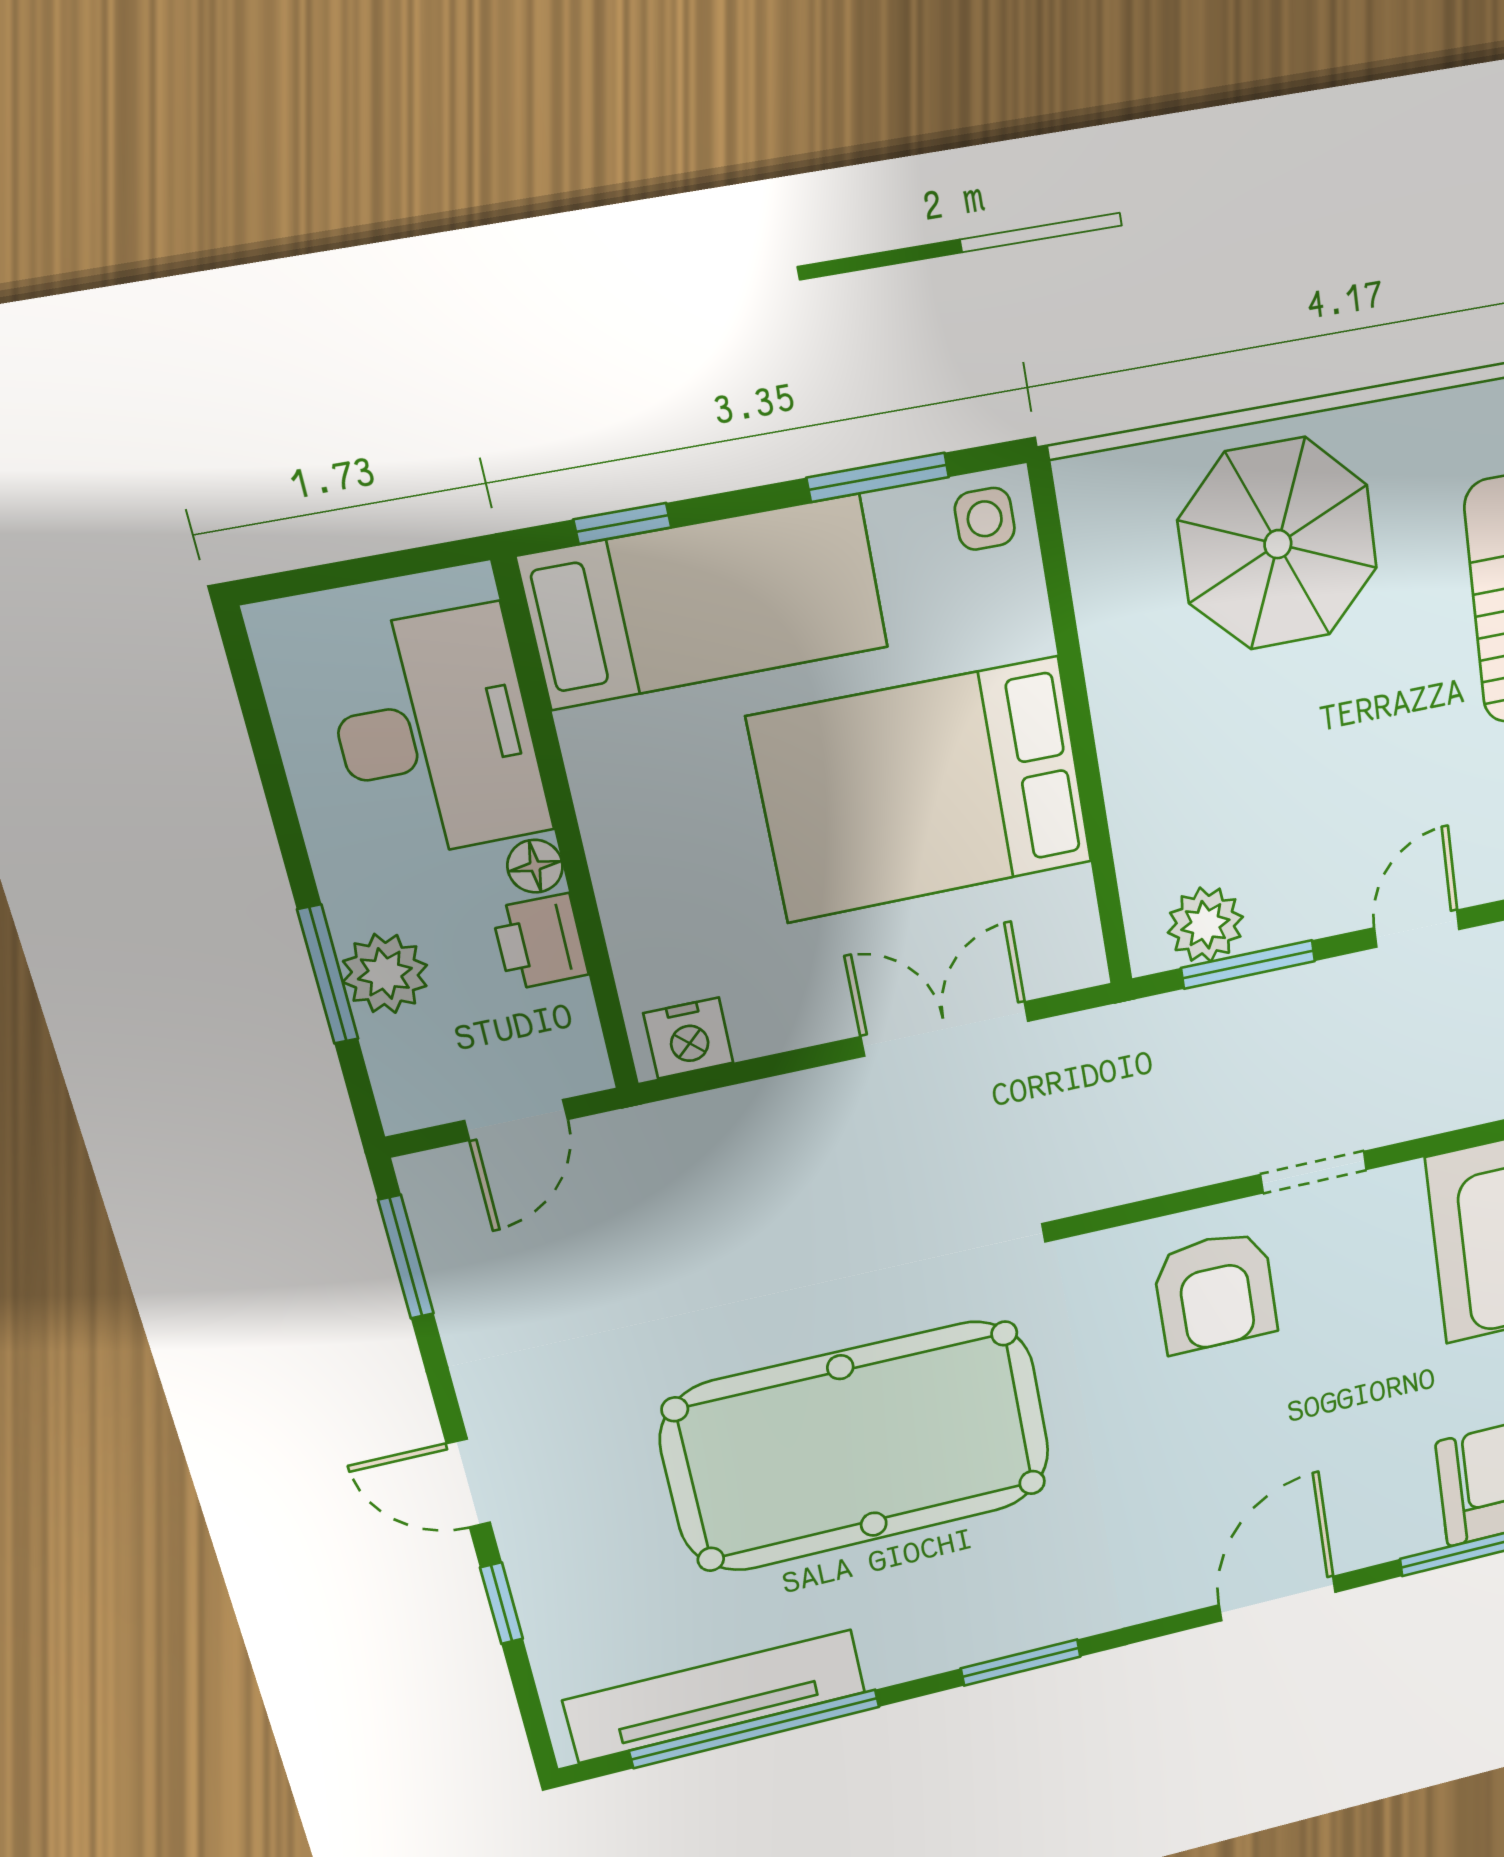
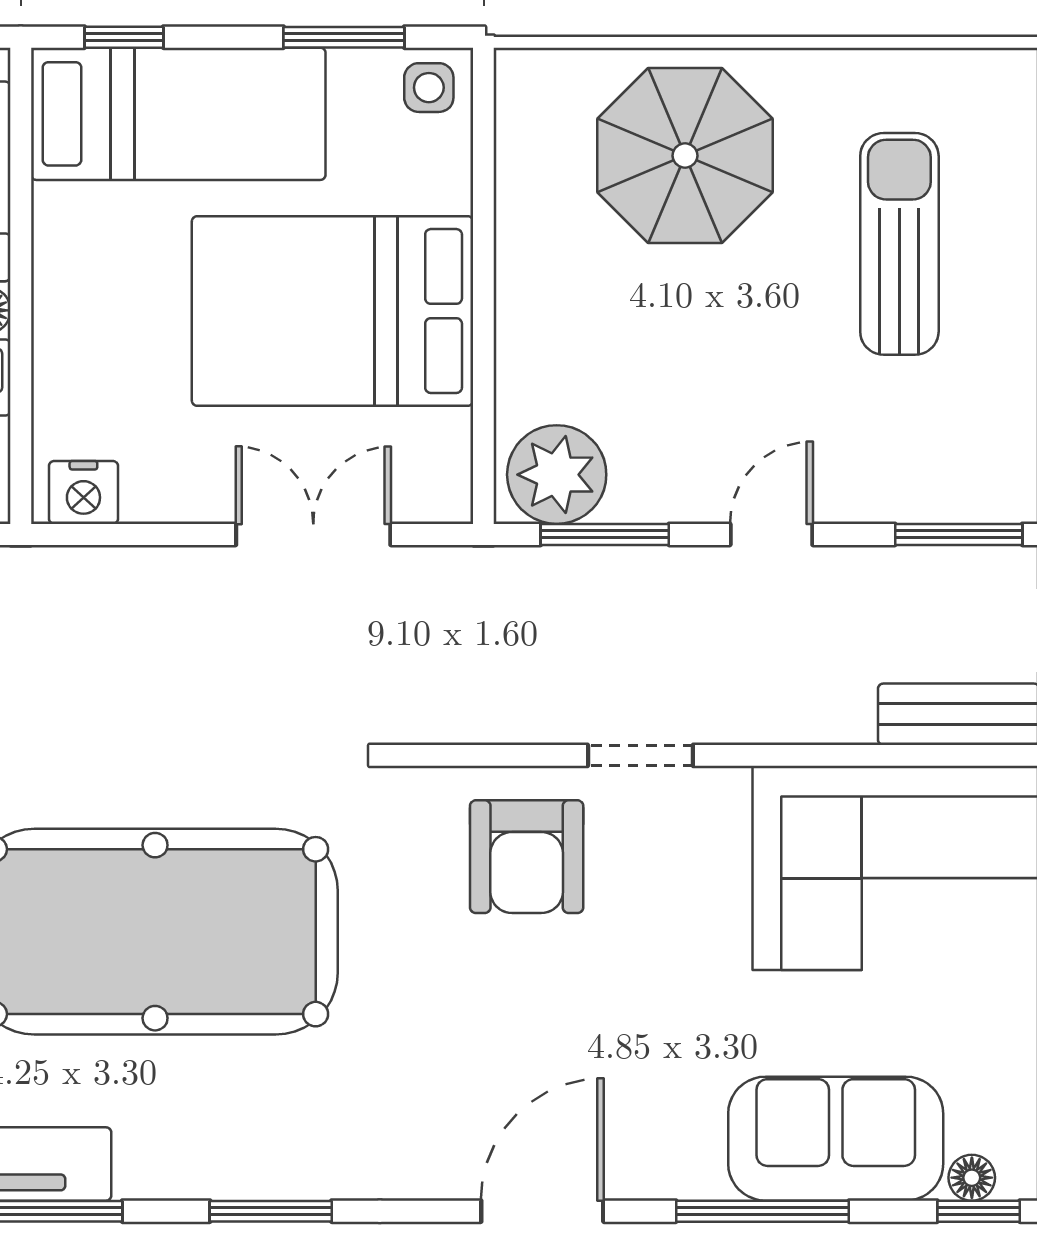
plant: (1205, 925) -> (557, 475), width x1.36, depth x1.36

